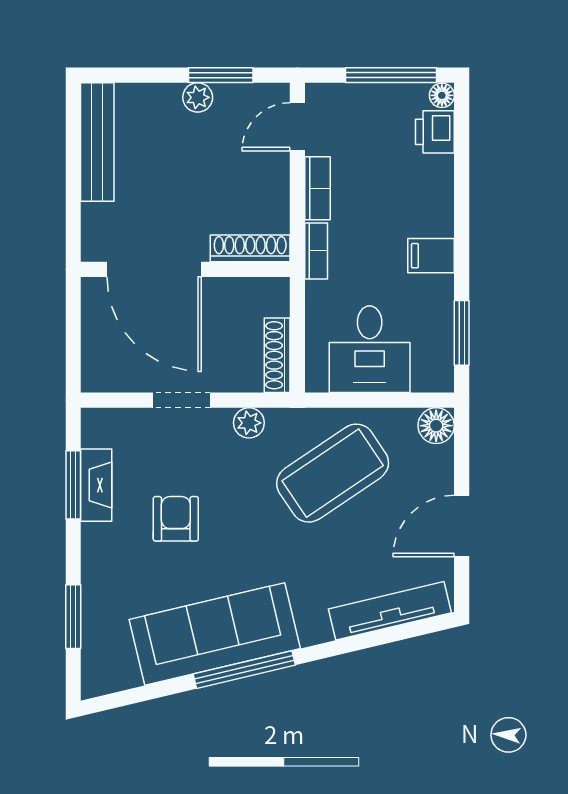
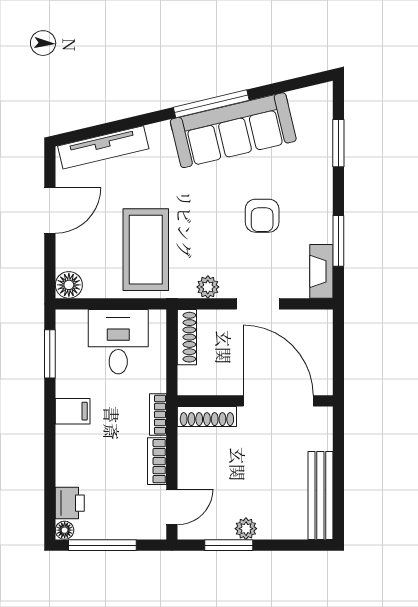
coffee table: (333, 473) -> (146, 250), turned -56
fireplace: (96, 485) -> (321, 271), moved

